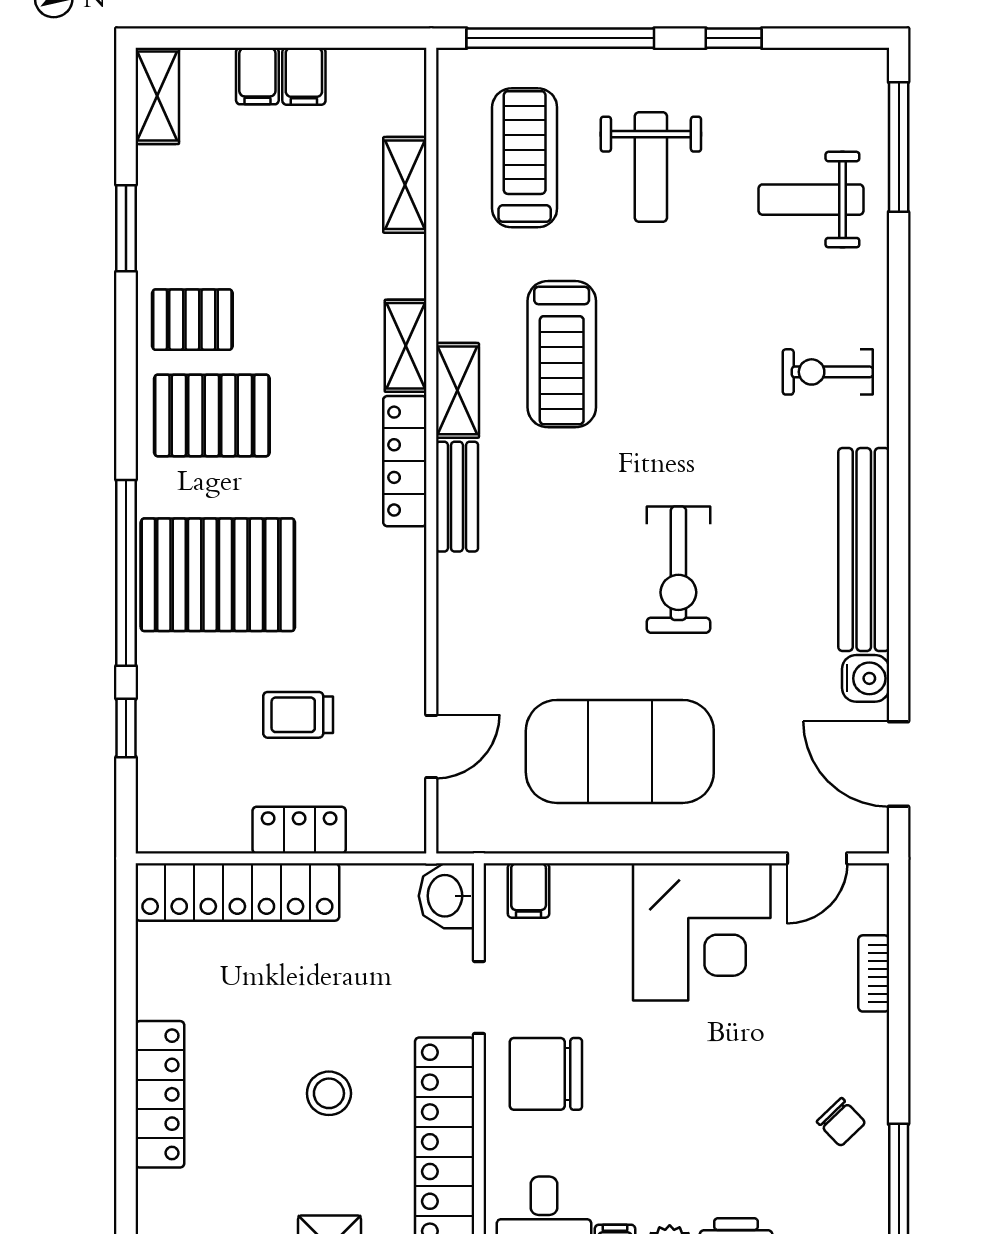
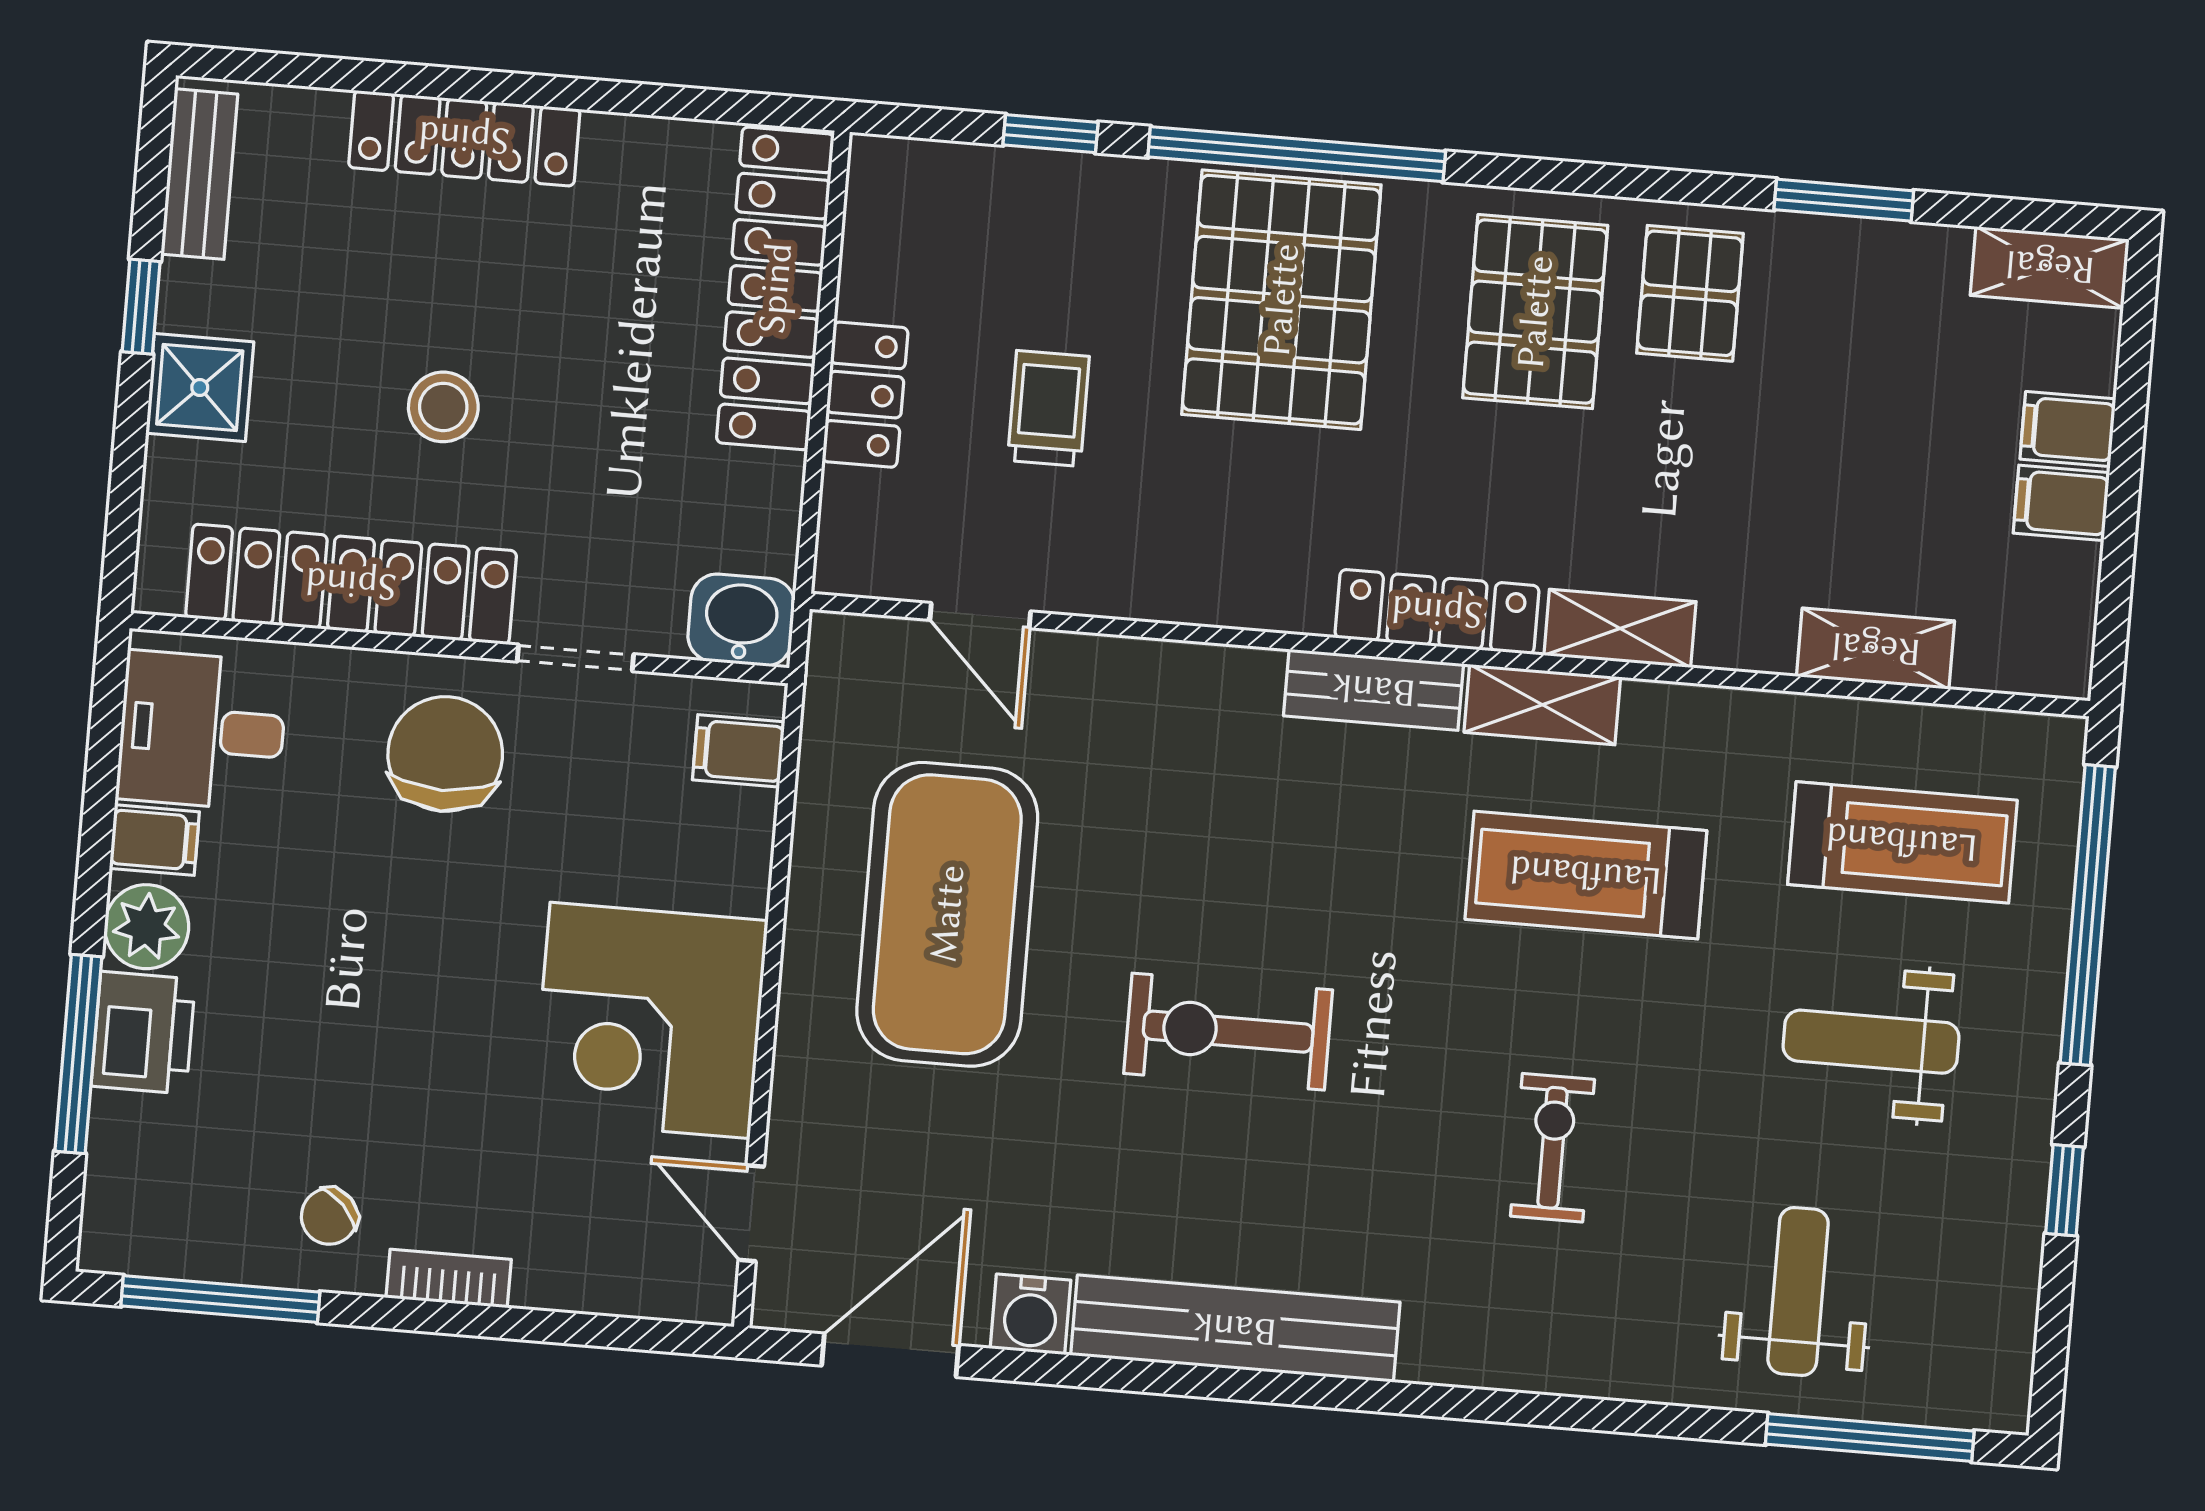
exercise bike: (828, 372) -> (1552, 1148), moved
bookcase: (874, 973) -> (449, 1279), moved

